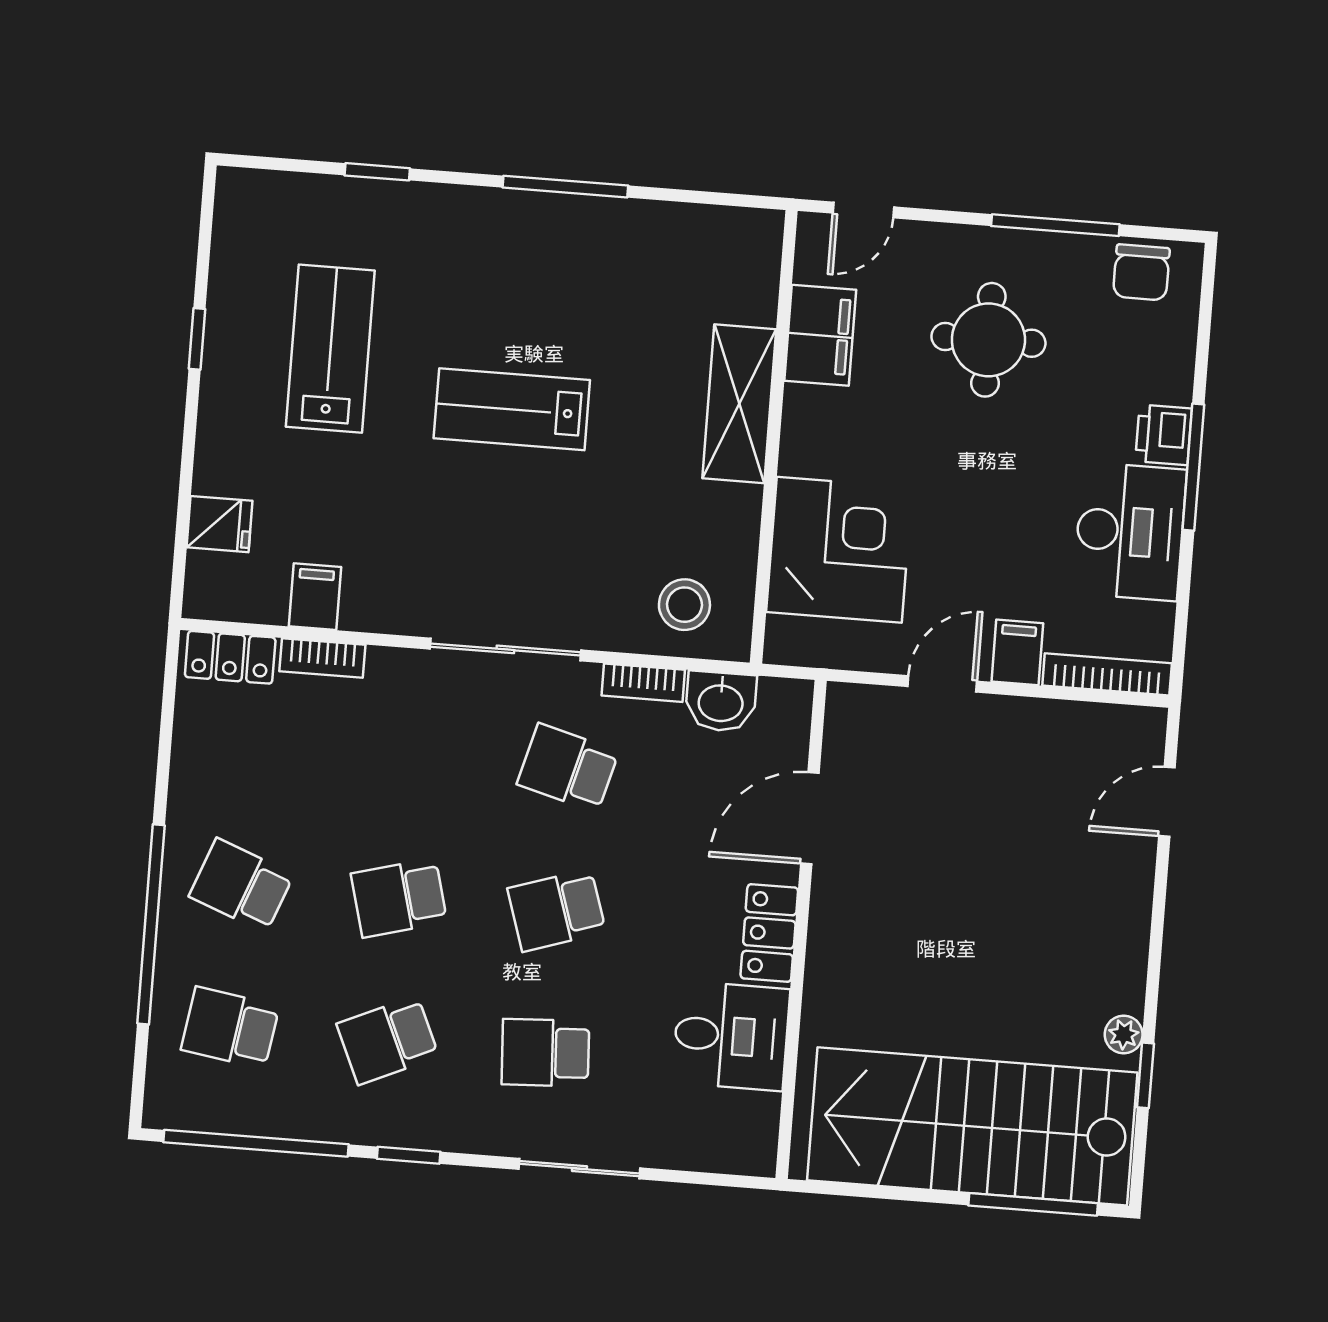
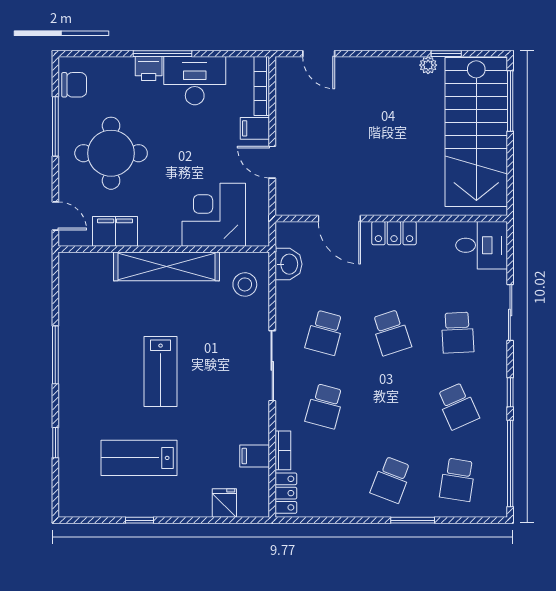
round table: (988, 340) -> (111, 153), width x1.36, depth x1.36
shelving: (739, 404) -> (167, 266), width x1.47
bookcase: (643, 683) -> (283, 301), removed
school desk: (399, 898) -> (325, 406), moved, turned 30
window: (151, 924) -> (413, 520), width x0.47
desk: (731, 1036) -> (482, 245), moved, turned 90

